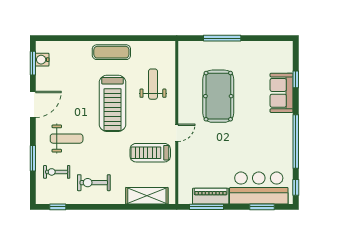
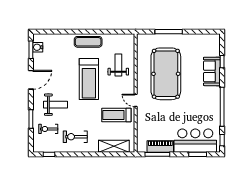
pool table: (218, 96) -> (166, 74), width x1.36, depth x1.32
door: (177, 133) -> (136, 100), swing flipped

